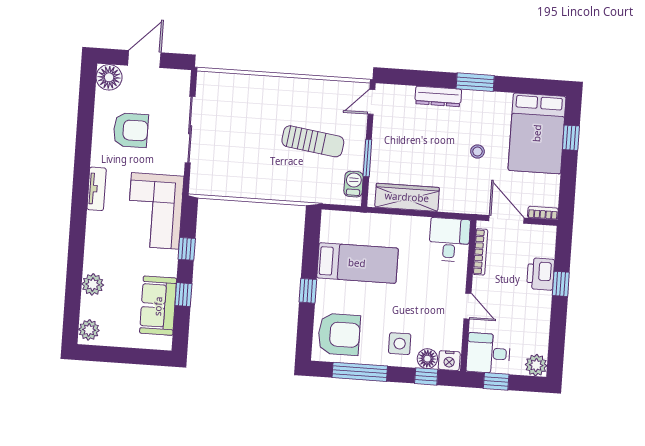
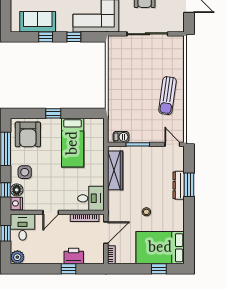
window: (475, 82) -> (189, 185), moved
sun lounger: (313, 141) -> (167, 96), moved

